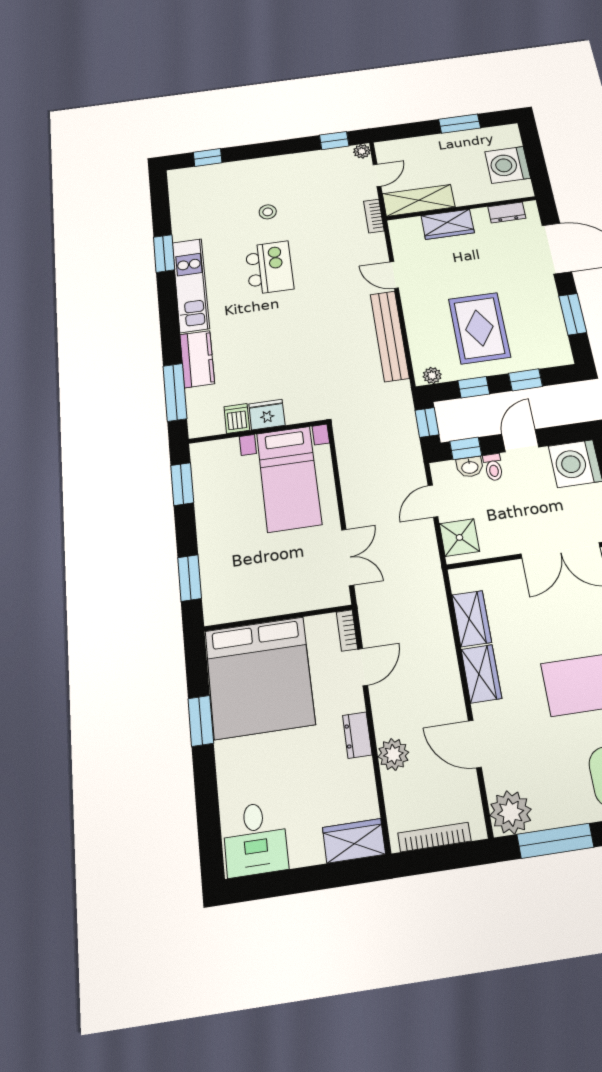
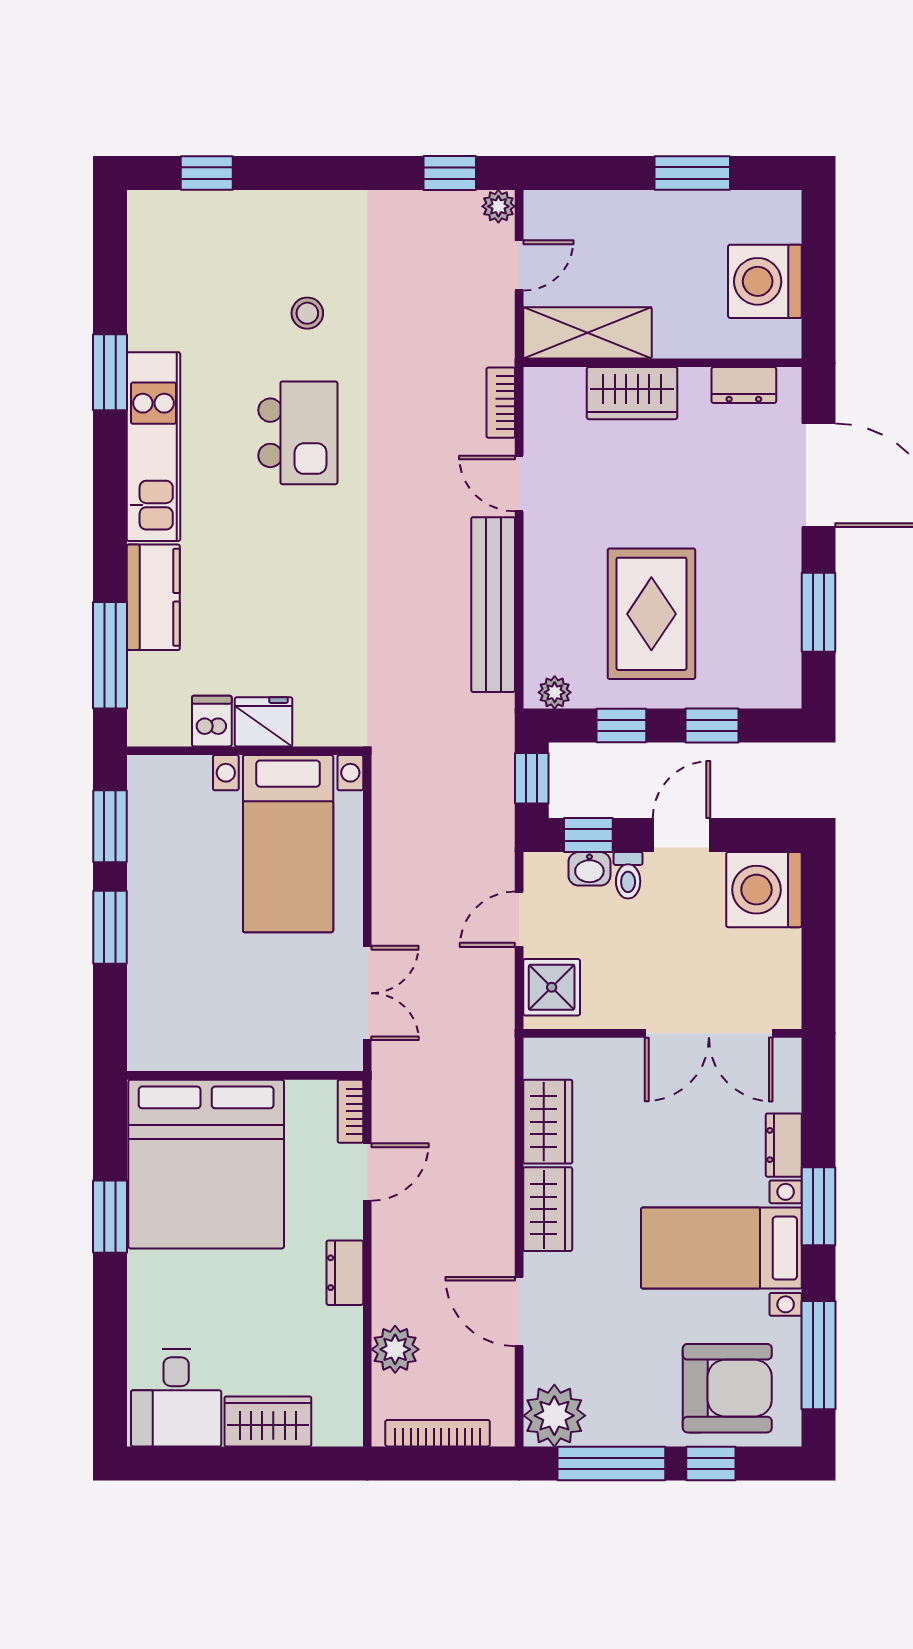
bookcase: (374, 216) -> (501, 403), moved
window: (190, 578) -> (110, 927), moved
plant: (393, 754) -> (395, 1349), moved
wardrobe: (354, 841) -> (268, 1421), moved

